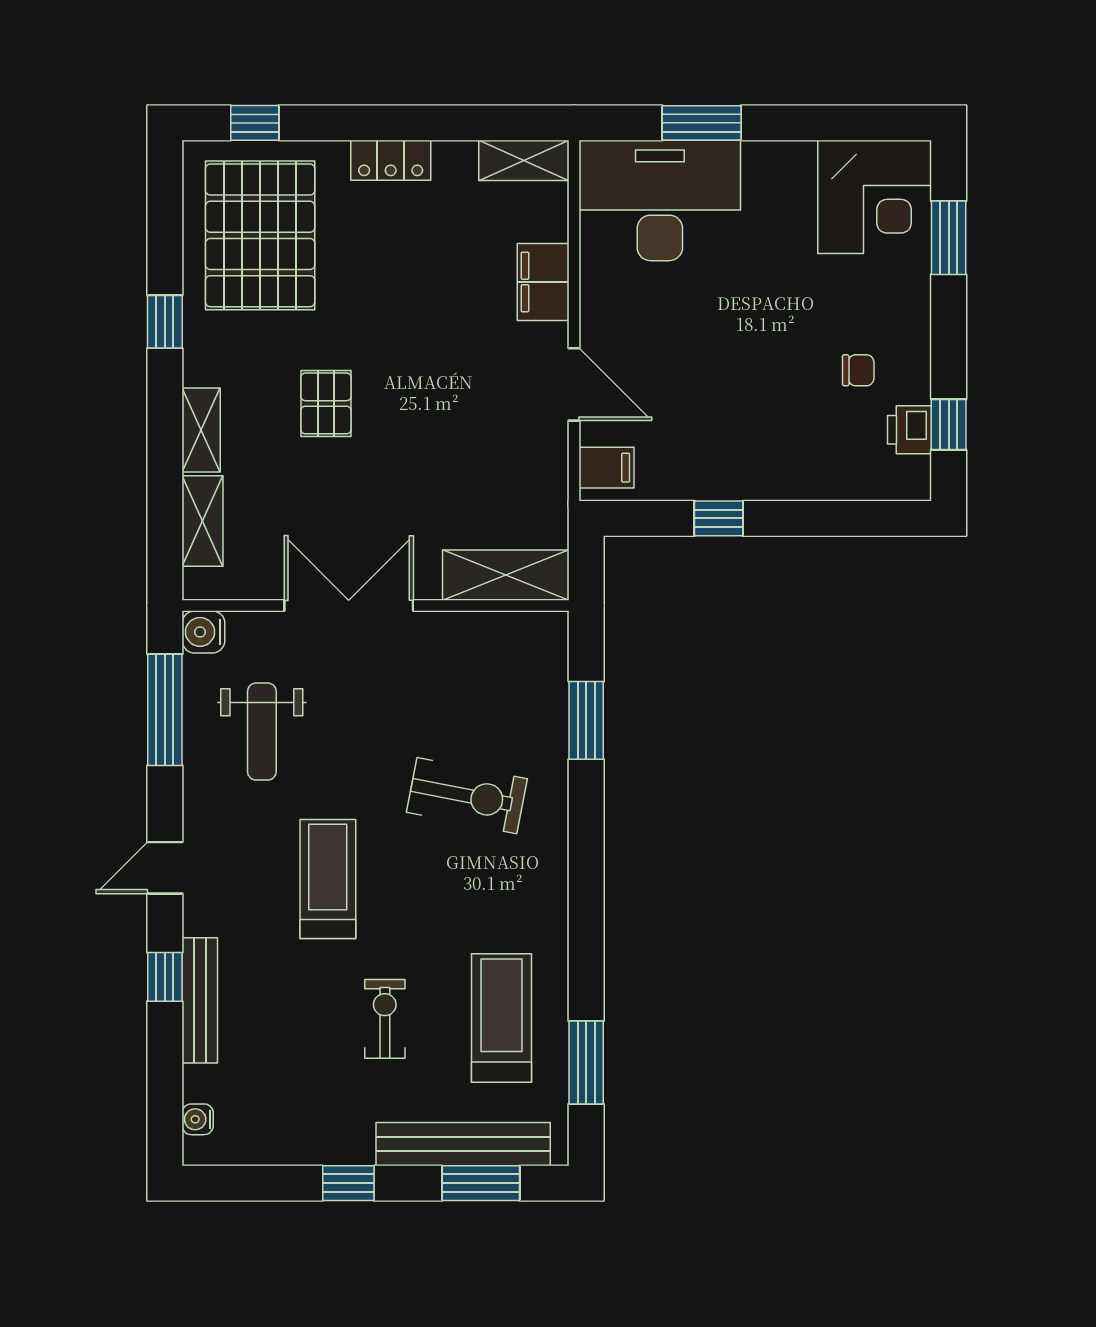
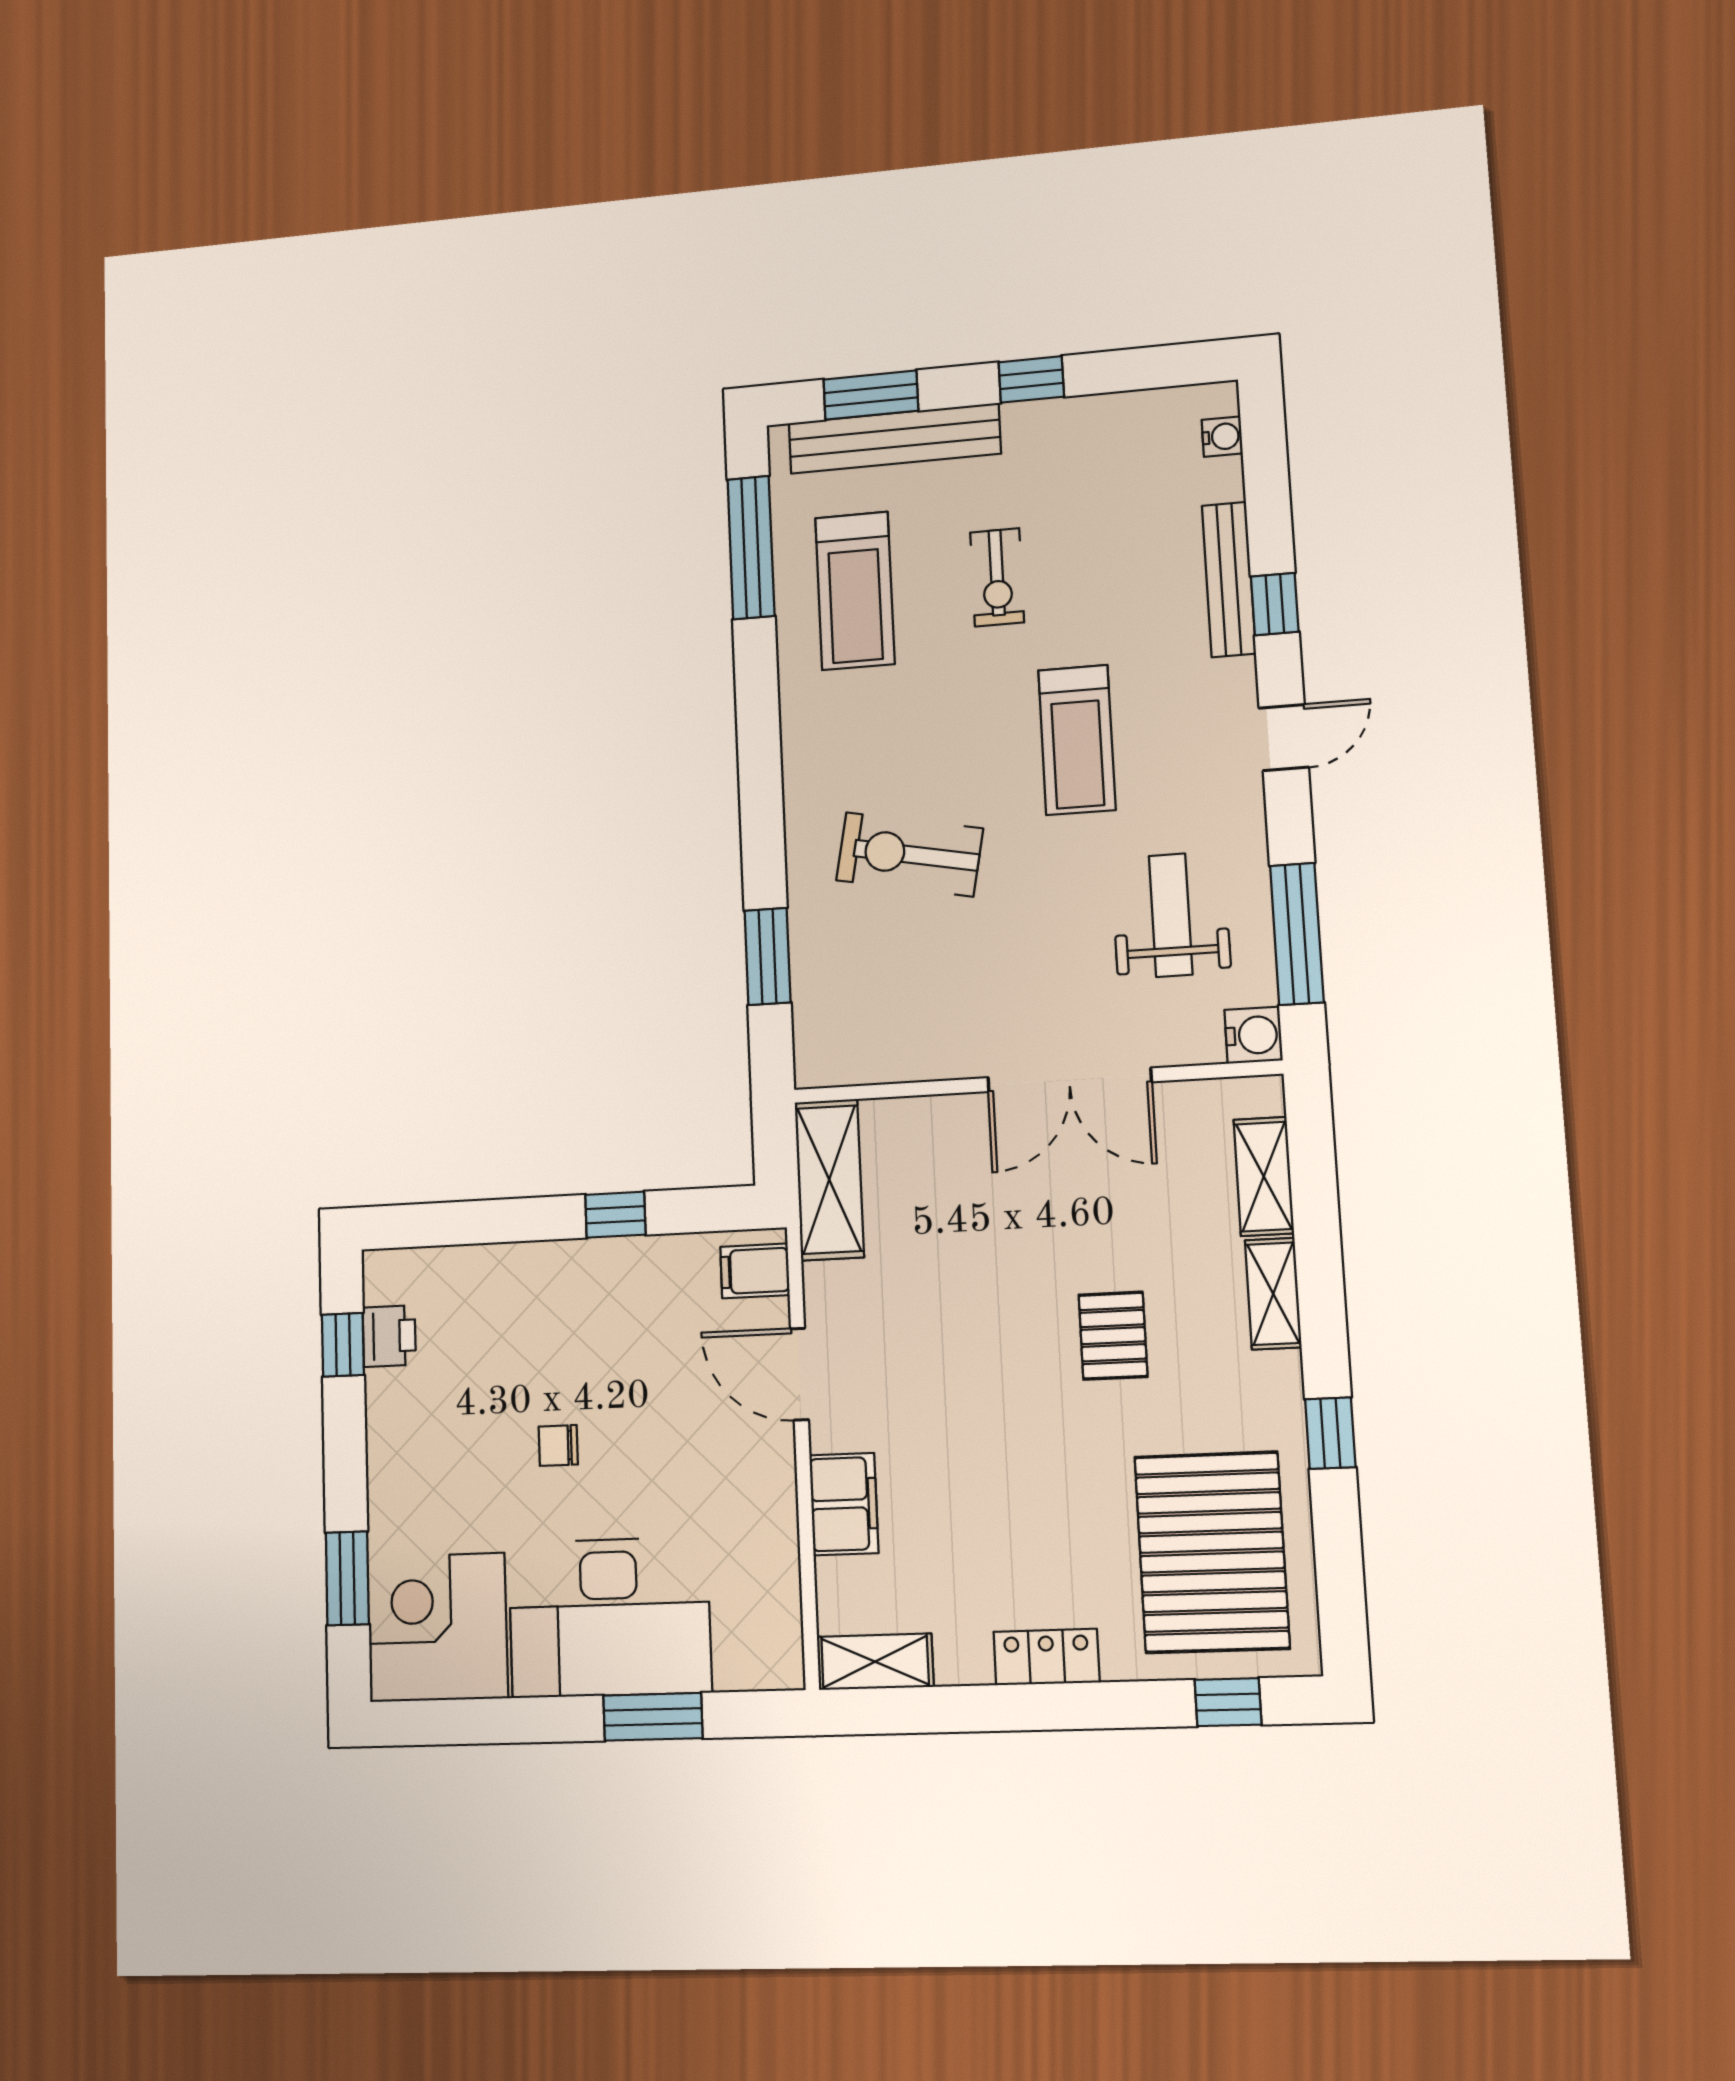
desk: (660, 201) -> (609, 1617), moved
chair: (858, 370) -> (558, 1445), moved
shelving: (506, 575) -> (829, 1180), moved, turned 90
window: (586, 1063) -> (751, 547), width x1.44

